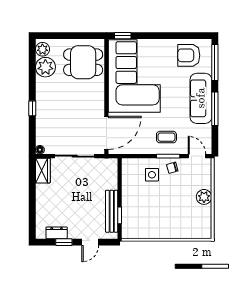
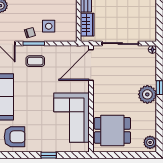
window: (123, 36) -> (49, 155), moved
plant: (45, 67) -> (147, 94), moved
corner sofa: (134, 76) -> (71, 118), width x0.73, depth x0.74
wardrobe: (43, 171) -> (87, 25), moved, turned 180

